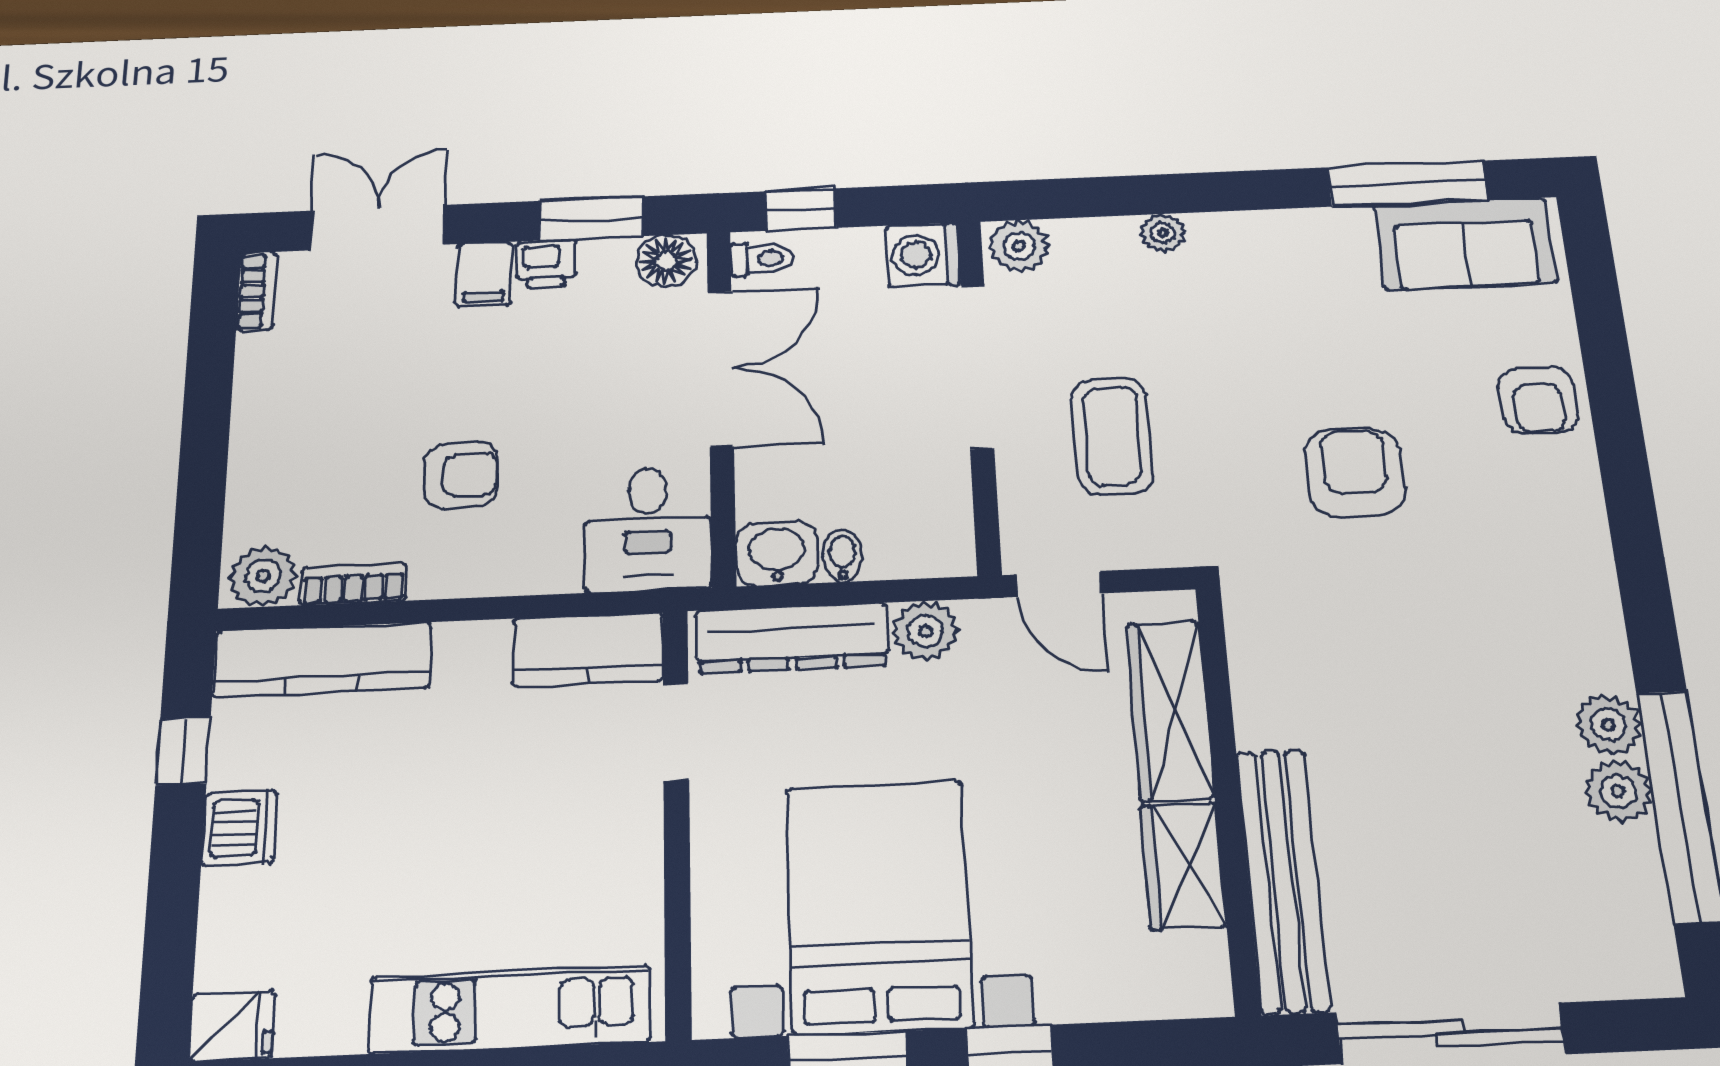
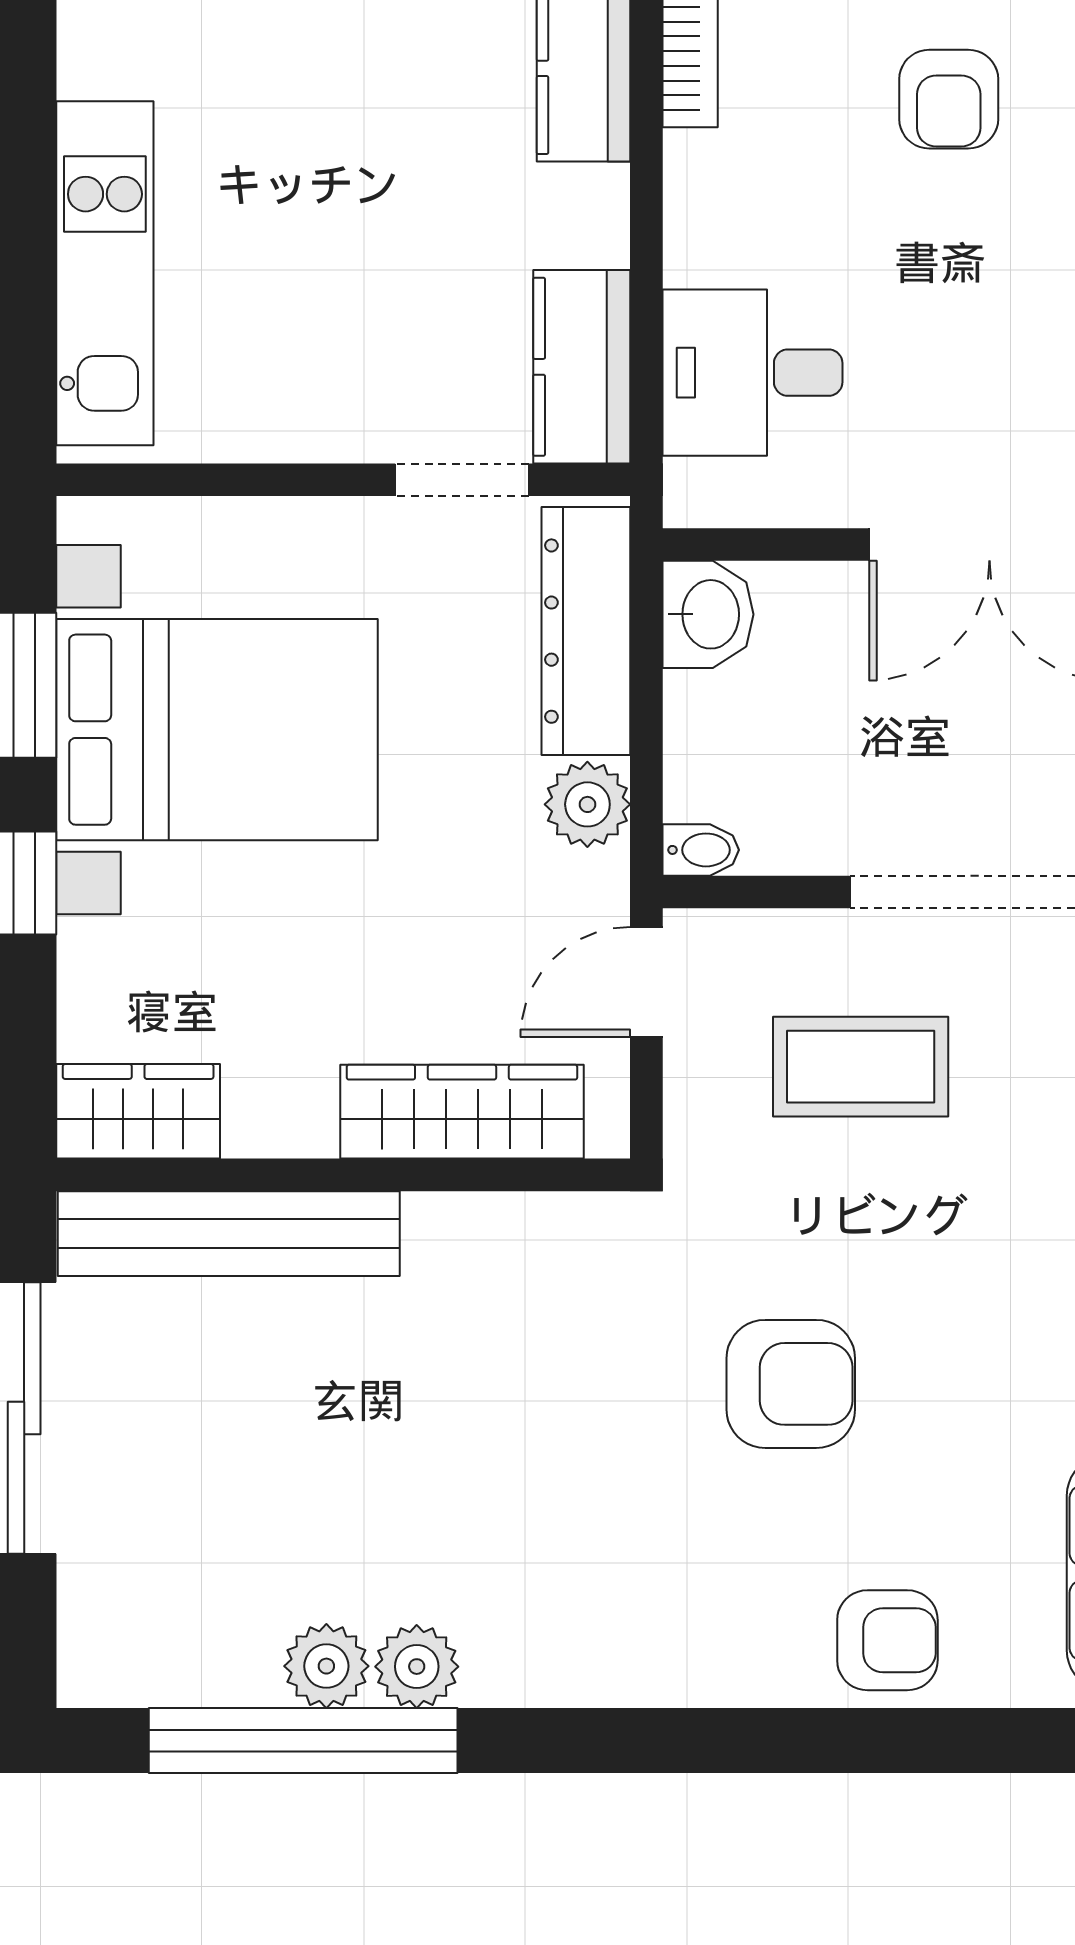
armchair: (1538, 400) -> (887, 1640), turned 180
armchair: (461, 475) -> (949, 99), moved
desk: (648, 529) -> (752, 373), moved
bidet: (842, 556) -> (701, 850), moved
wardrobe: (1183, 866) -> (138, 1111), moved

